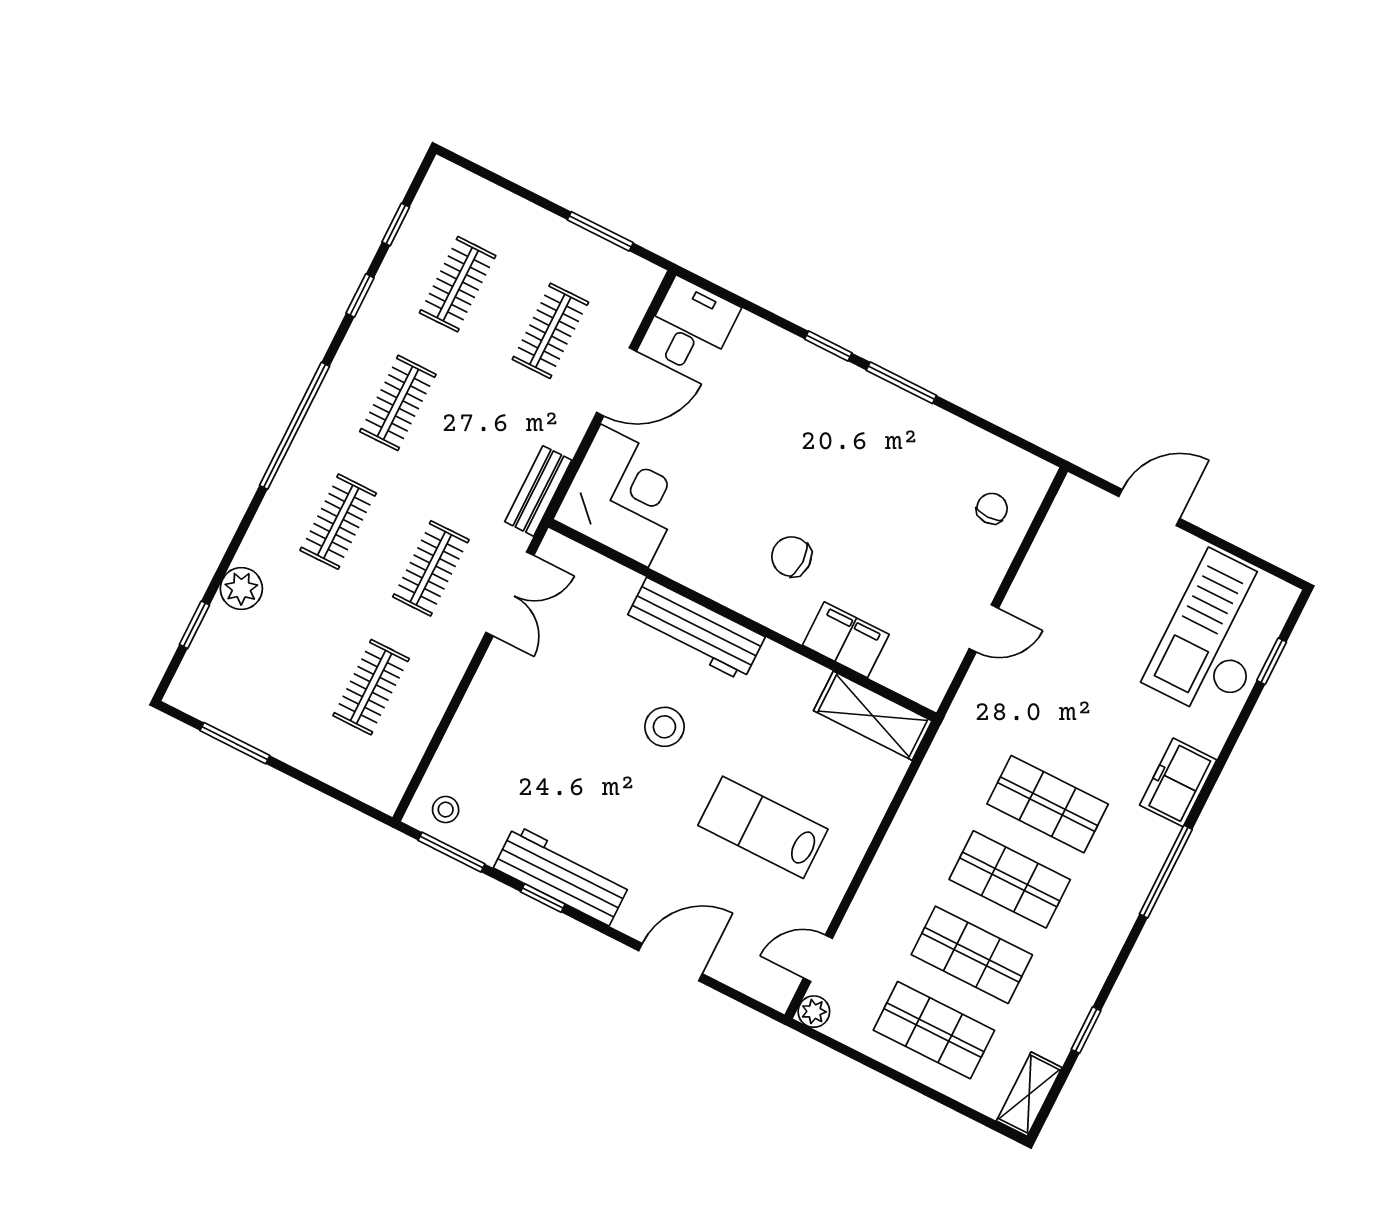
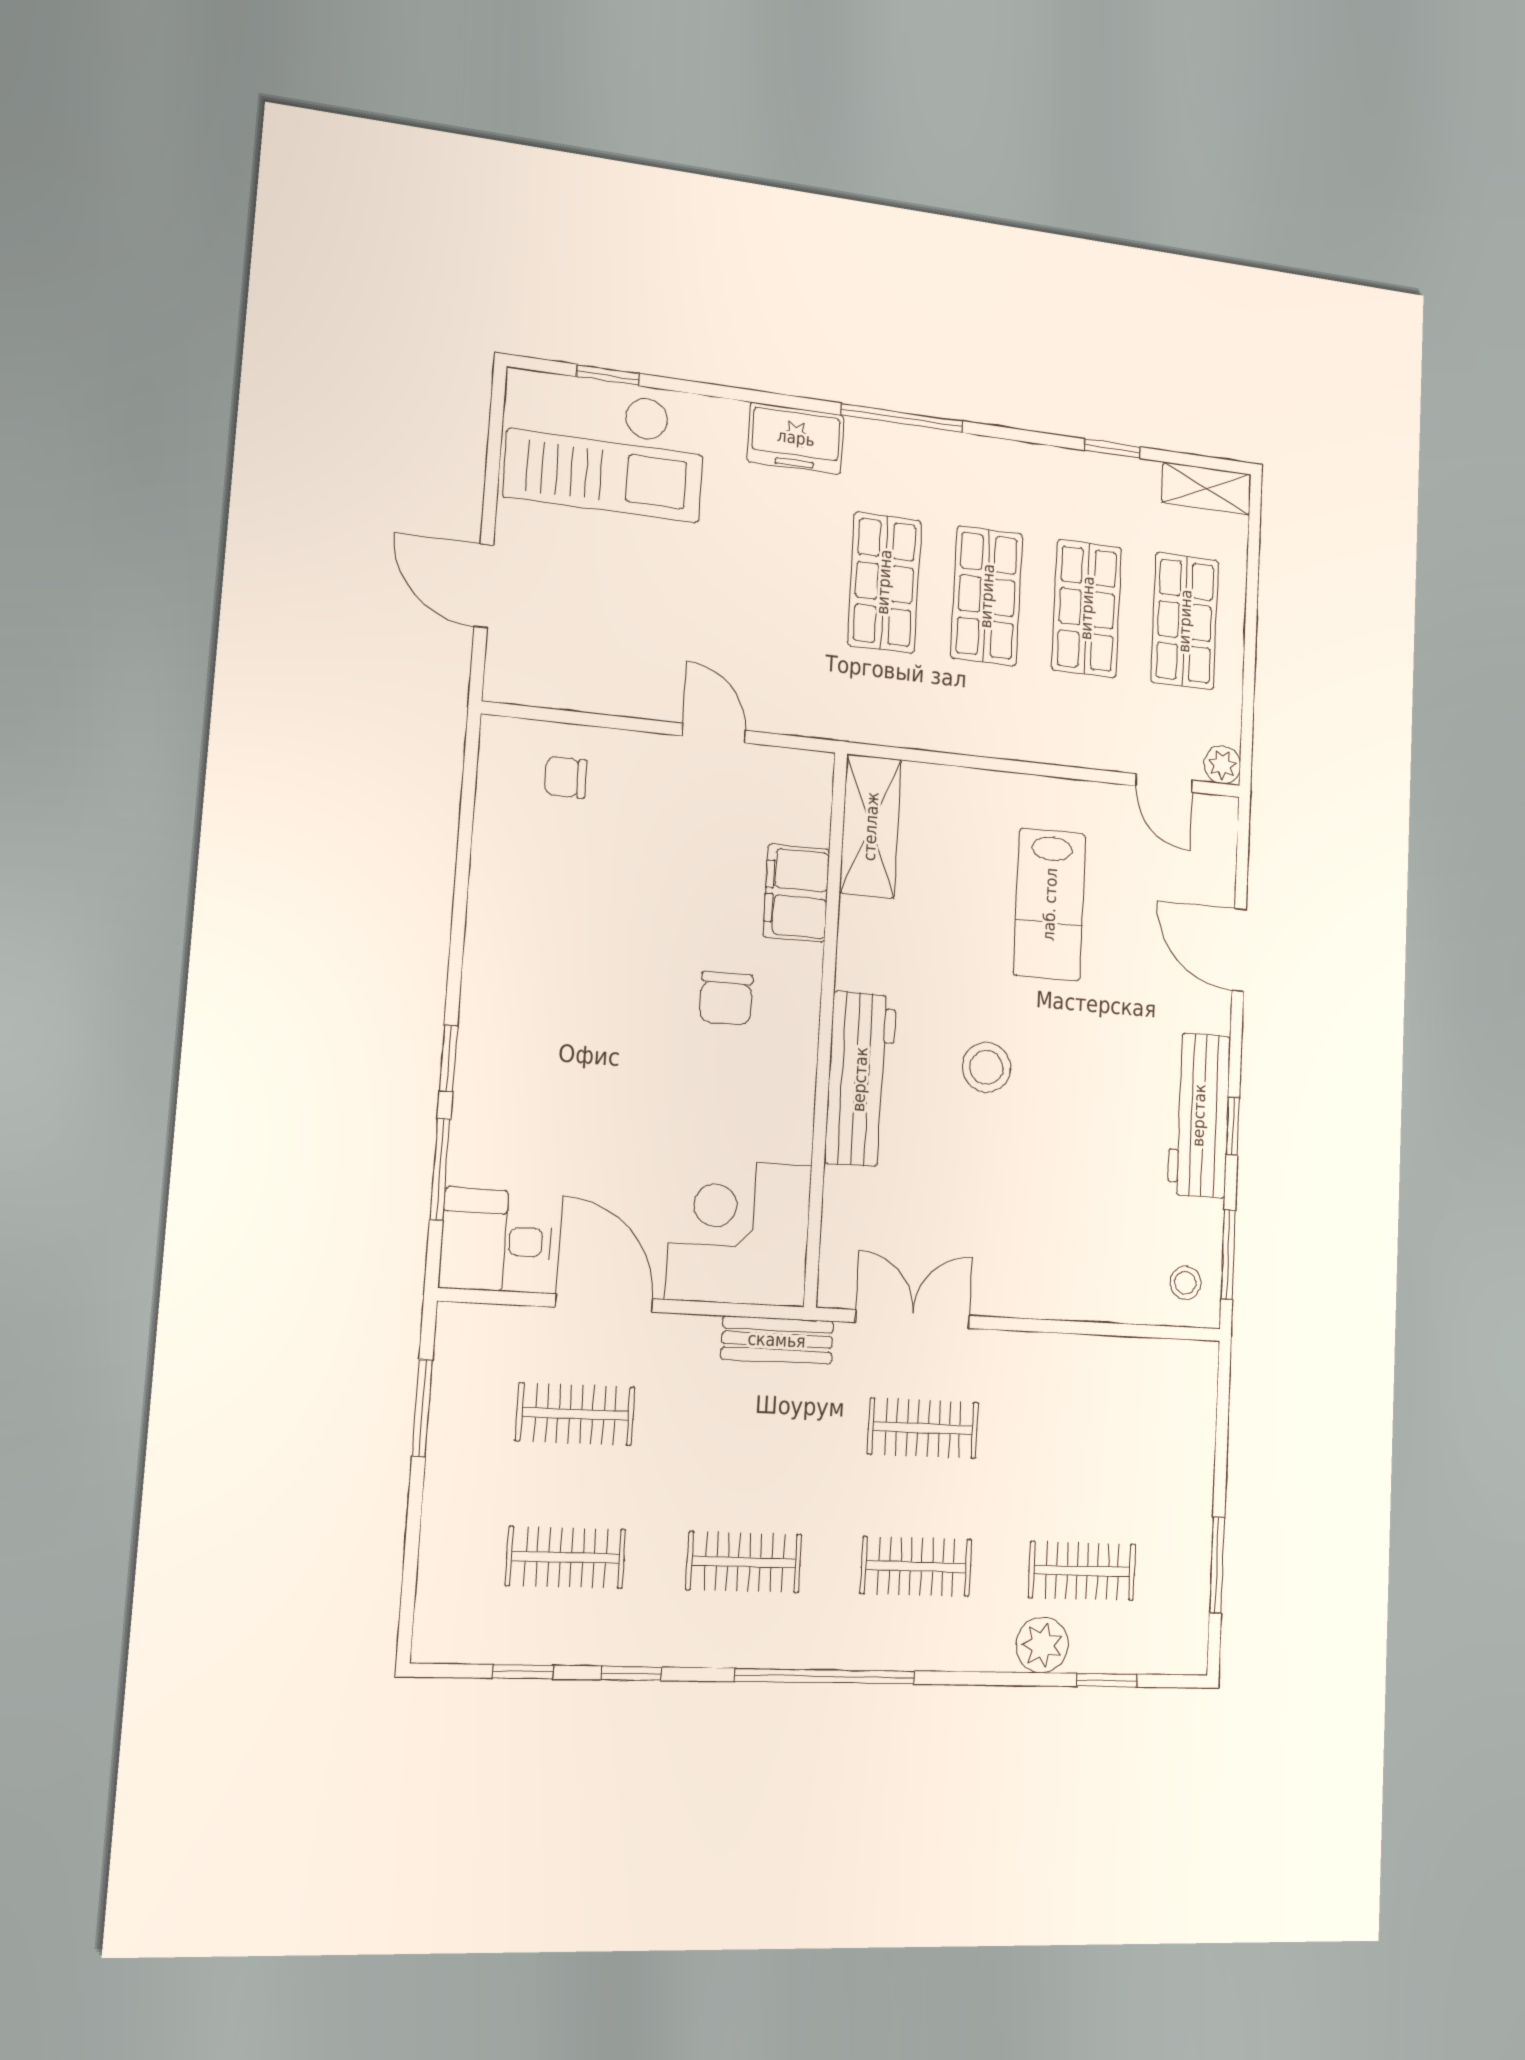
window: (901, 383) -> (440, 1169), moved
clothes rail: (371, 687) -> (1082, 1571), moved

